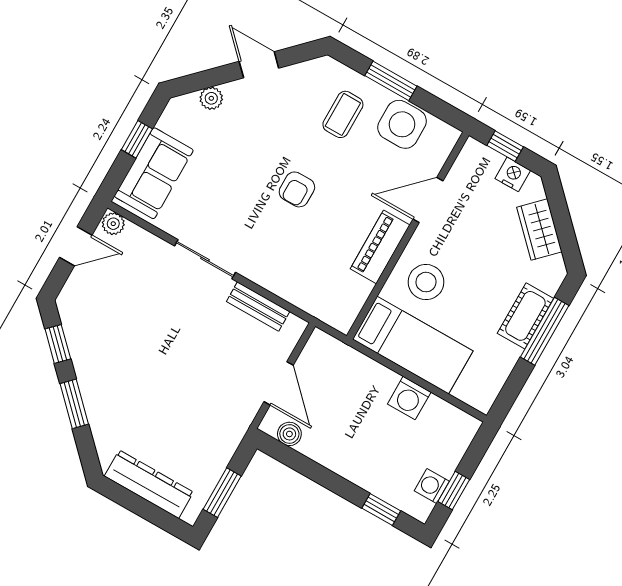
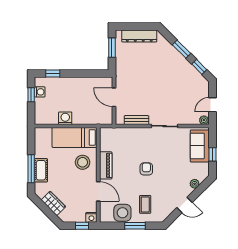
nightstand: (513, 174) -> (91, 217), moved
door: (428, 200) -> (98, 191), hinge flipped
boiler: (289, 434) -> (100, 82), removed

